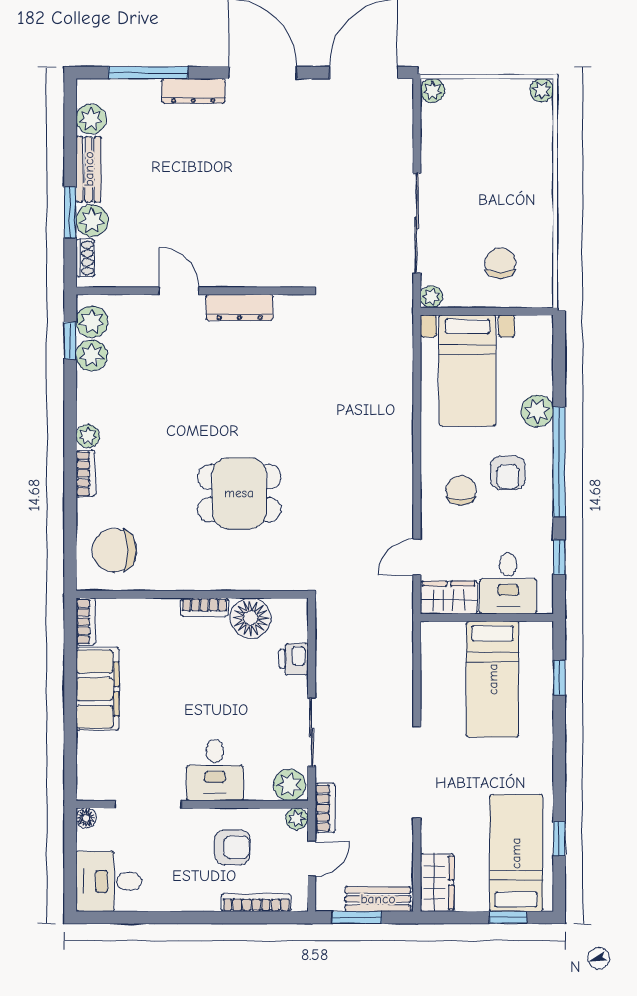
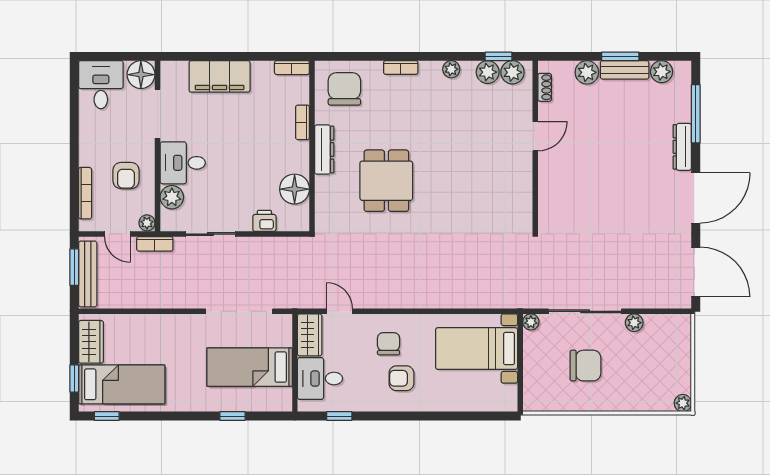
plant: (432, 91) -> (634, 323), moved
window: (70, 212) -> (620, 56), moved
shoe rack: (85, 258) -> (545, 87), moved, turned -90
chair: (500, 263) -> (585, 366), moved, width x1.37, depth x1.37
dresser: (240, 307) -> (324, 150), moved, turned 180
plant: (537, 411) -> (447, 400), removed
plant: (88, 436) -> (451, 69), moved
window: (559, 462) -> (409, 416), removed
chair: (461, 490) -> (389, 344), turned -90
bookcase: (204, 607) -> (303, 122), moved
window: (559, 678) -> (232, 416), moved
filing cabinet: (98, 689) -> (220, 76), moved
doorway: (417, 772) -> (239, 311), moved
plant: (289, 785) -> (172, 197), moved
floor lamp: (86, 818) -> (141, 75), width x1.89, depth x1.89
window: (559, 839) -> (107, 416), moved
wardrobe: (437, 883) -> (91, 342), moved, turned -90
bench: (378, 899) -> (88, 274), width x1.36

